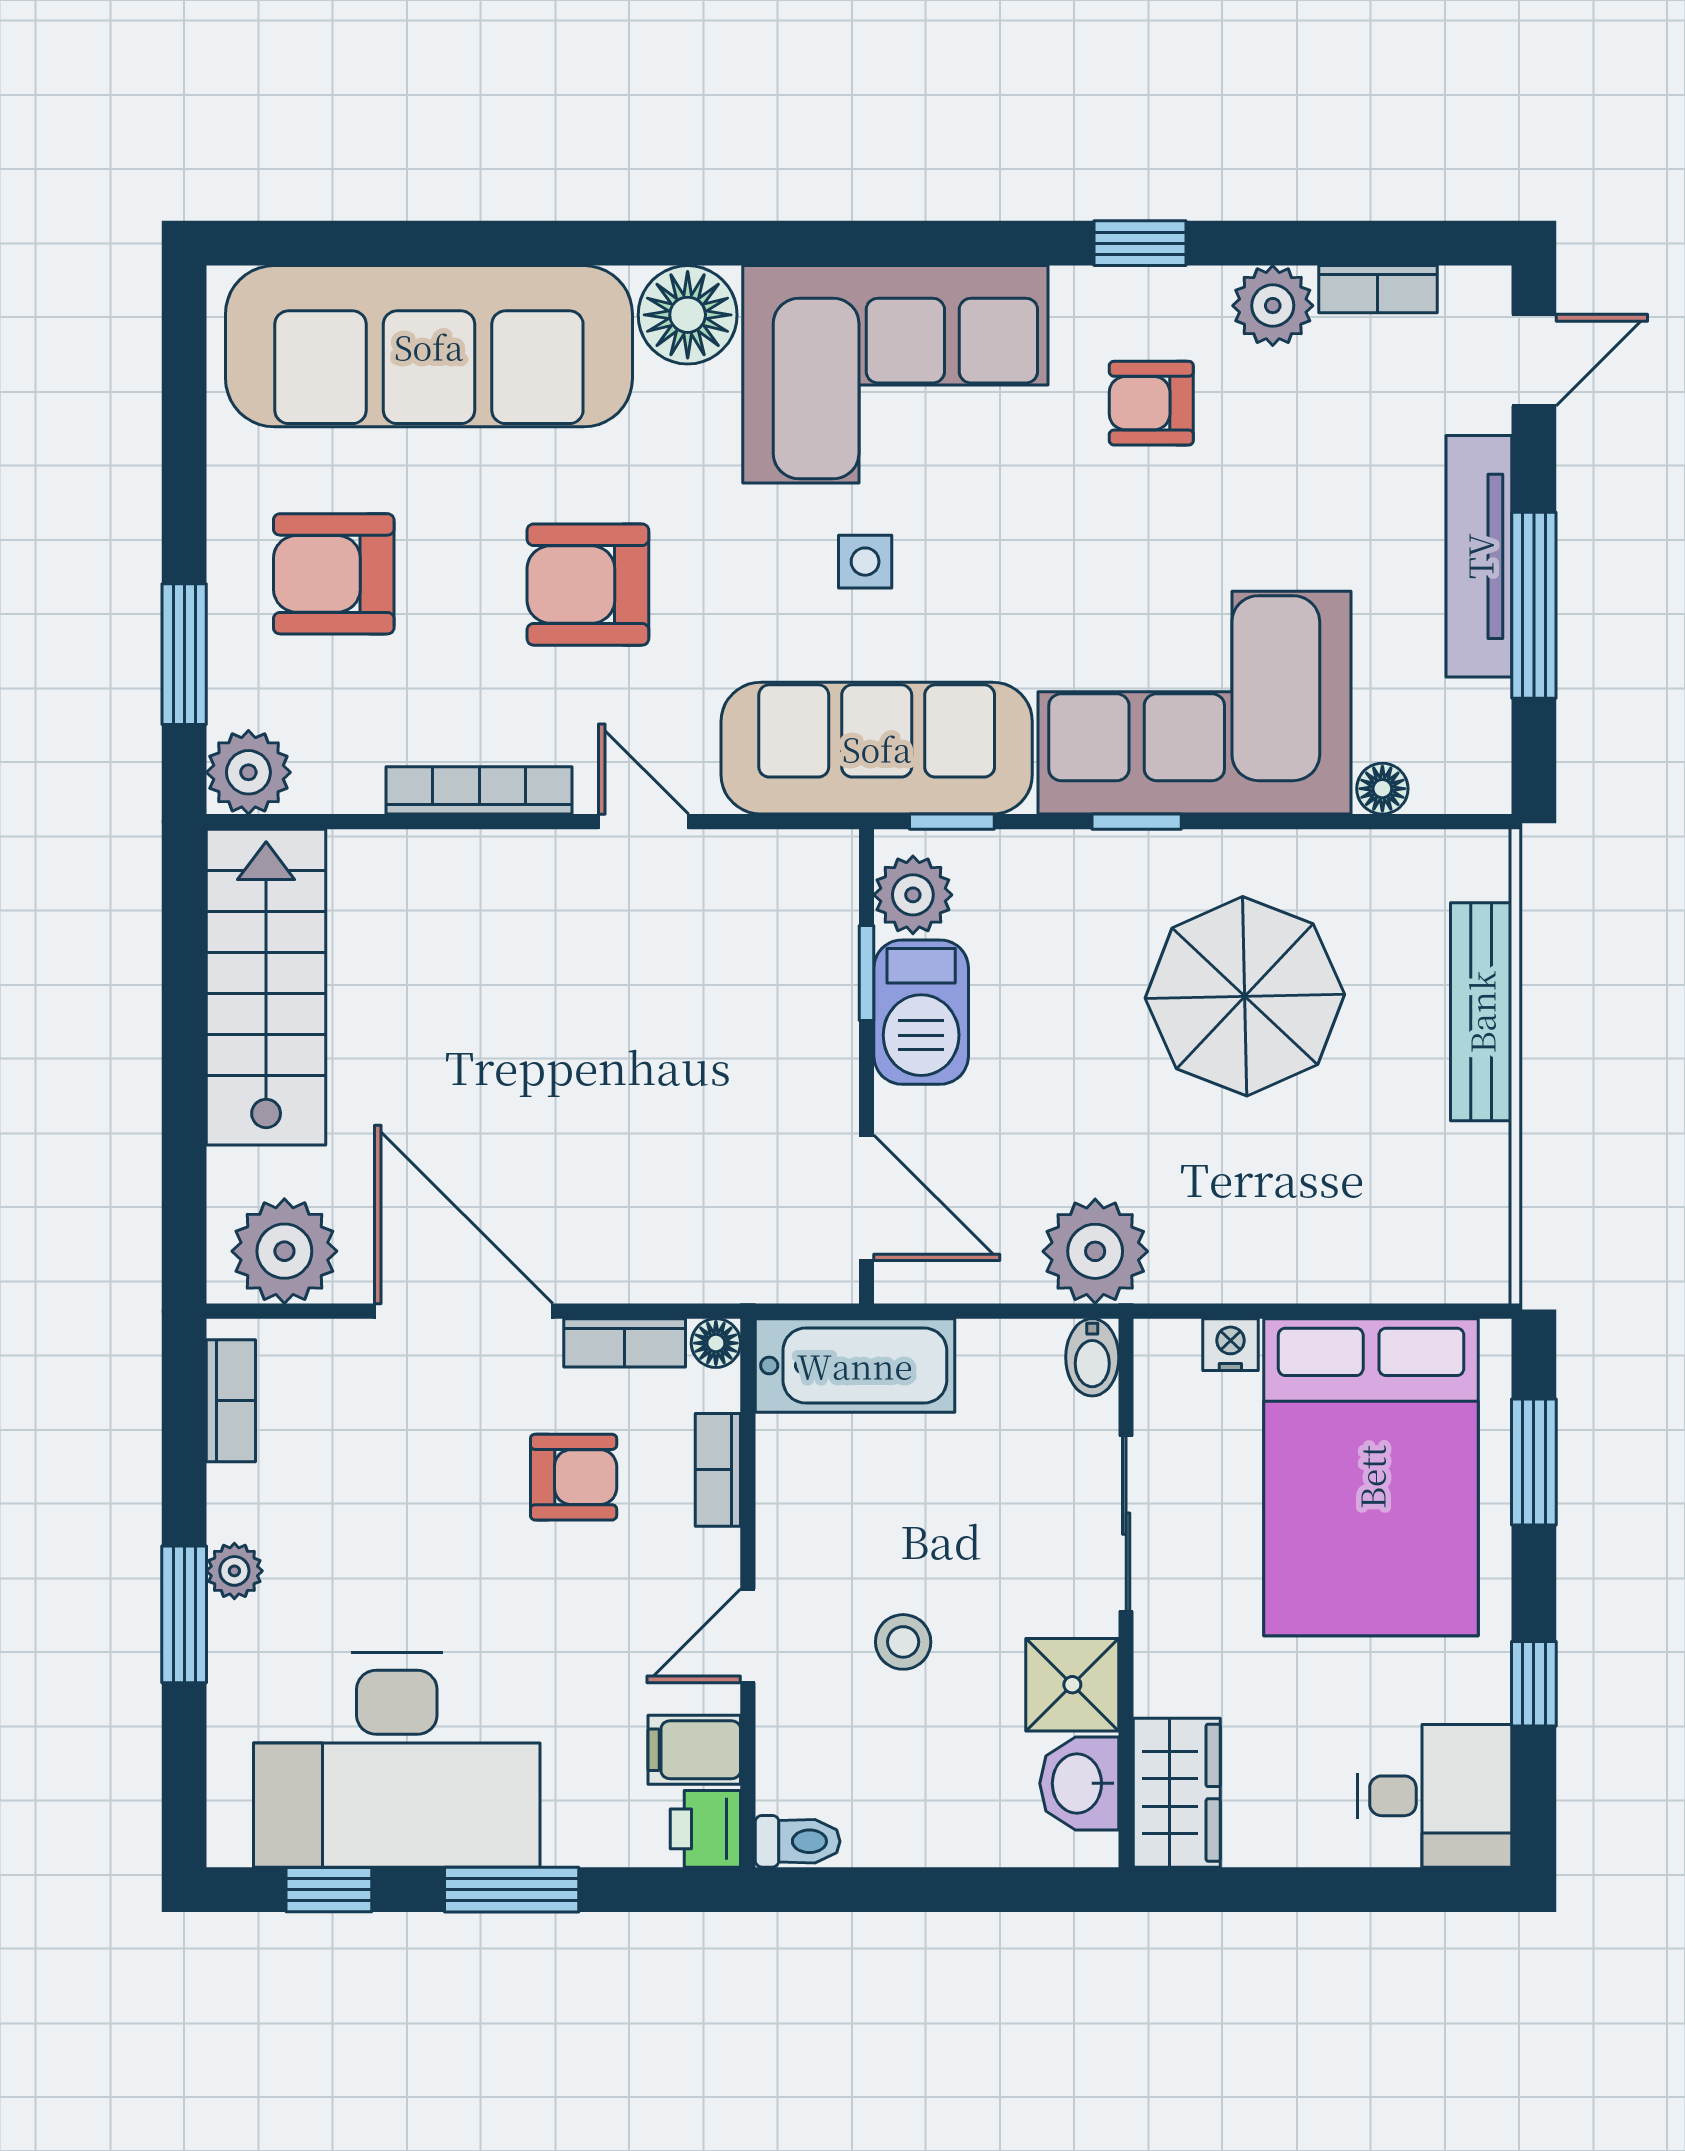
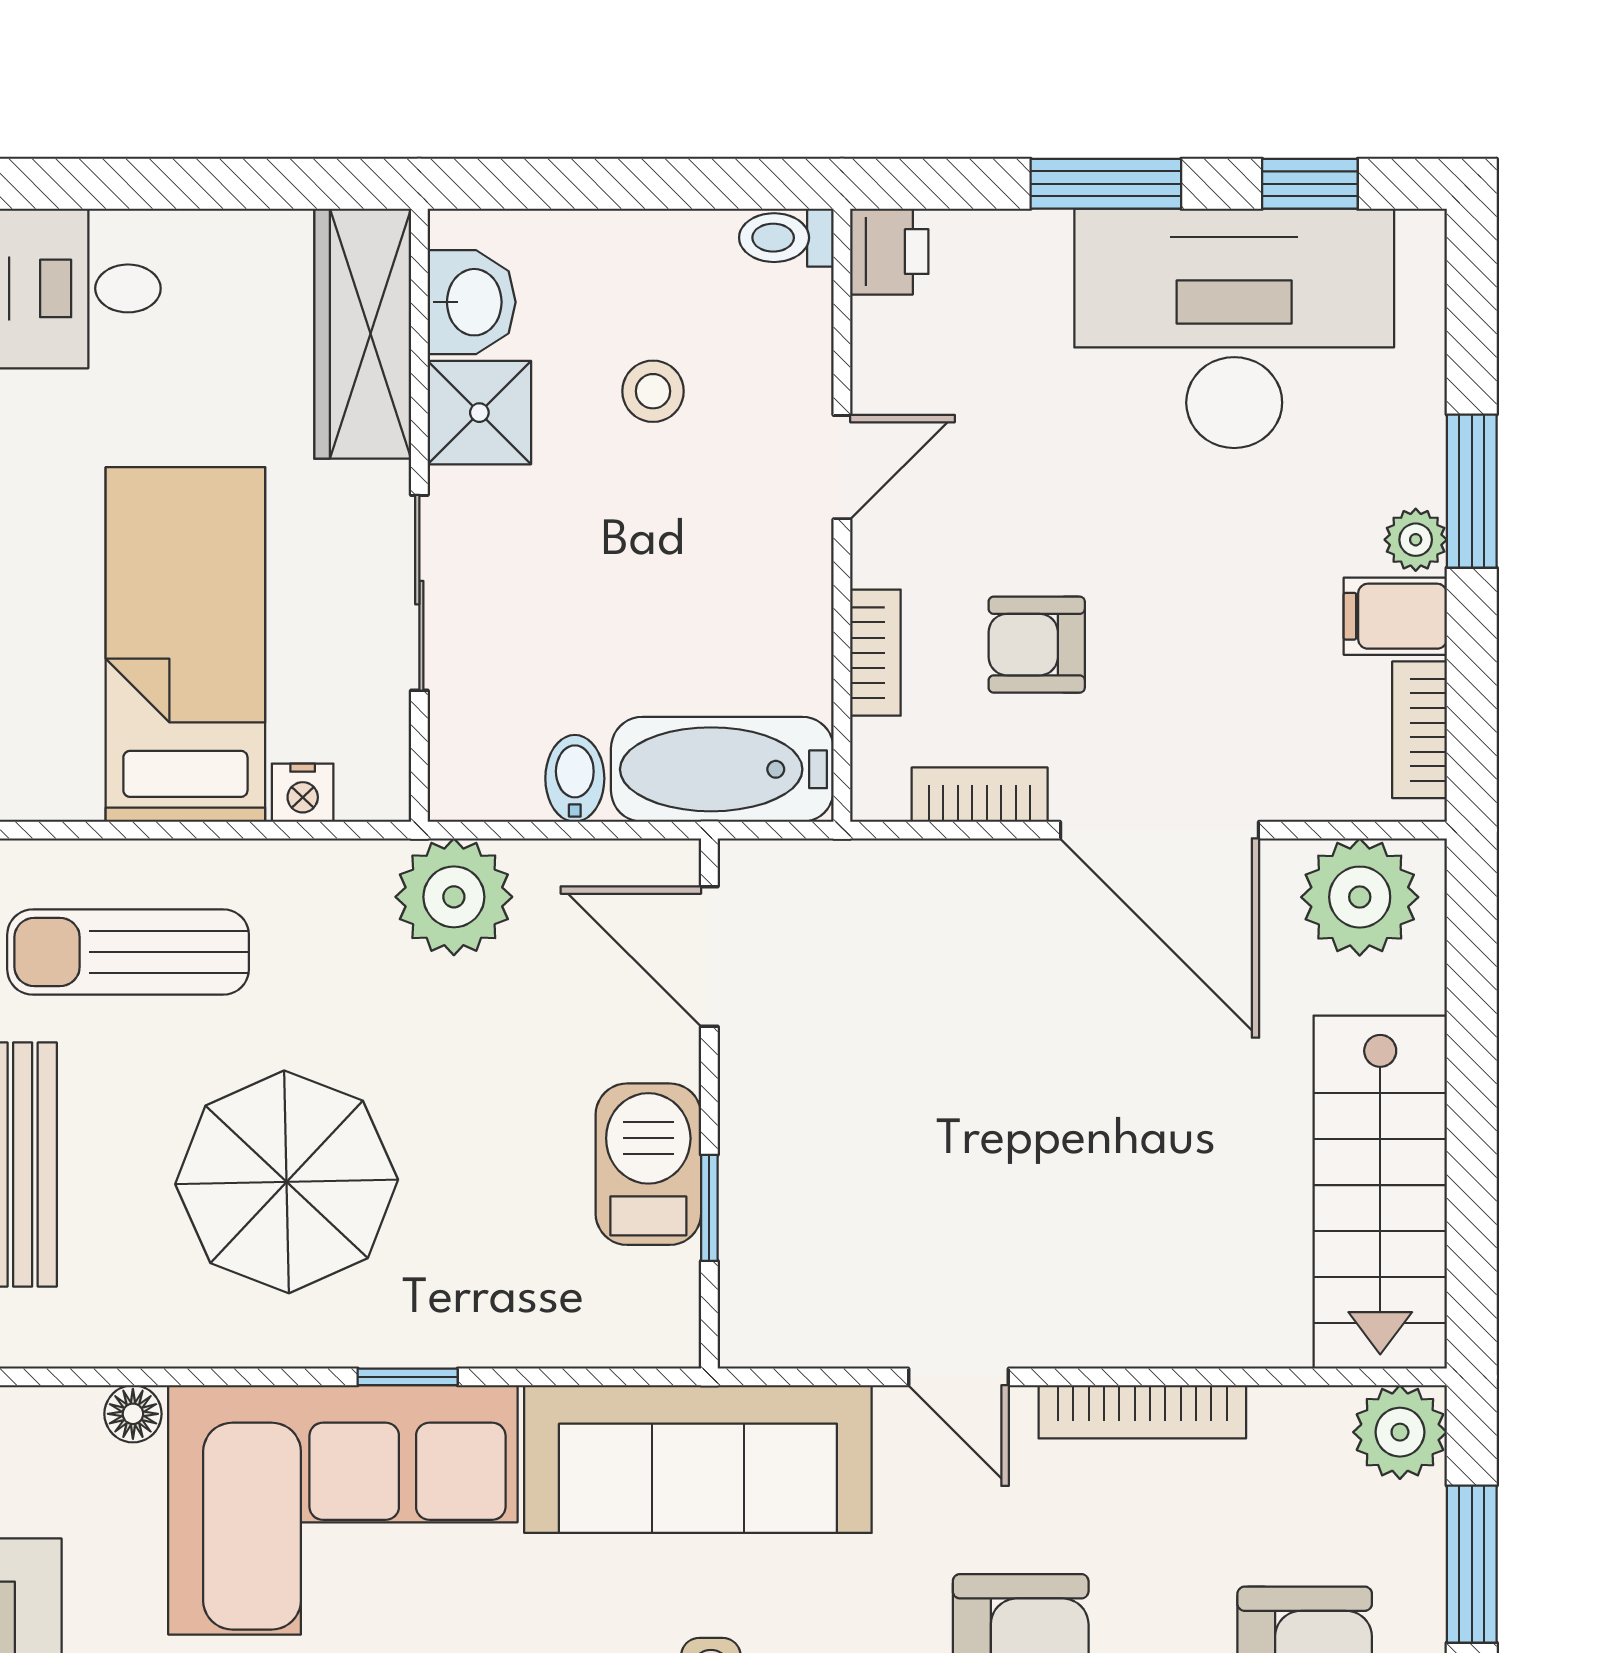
window: (952, 822) -> (614, 1377), removed
plant: (913, 895) -> (657, 1295), removed
sun lounger: (1387, 1202) -> (128, 952), added
floor lamp: (716, 1343) -> (878, 794), removed
bidet: (1092, 1357) -> (575, 778), moved
bed: (1371, 1477) -> (185, 644), width x0.67
stool: (903, 1642) -> (653, 391), moved
filing cabinet: (694, 1750) -> (1395, 616), moved, turned 180
wardrobe: (1177, 1793) -> (363, 334), width x1.50

